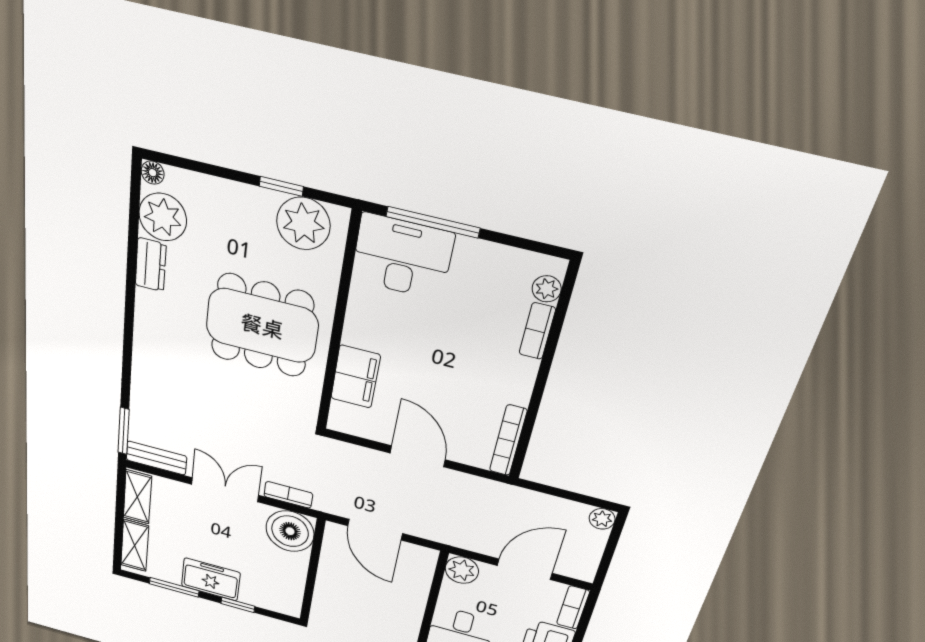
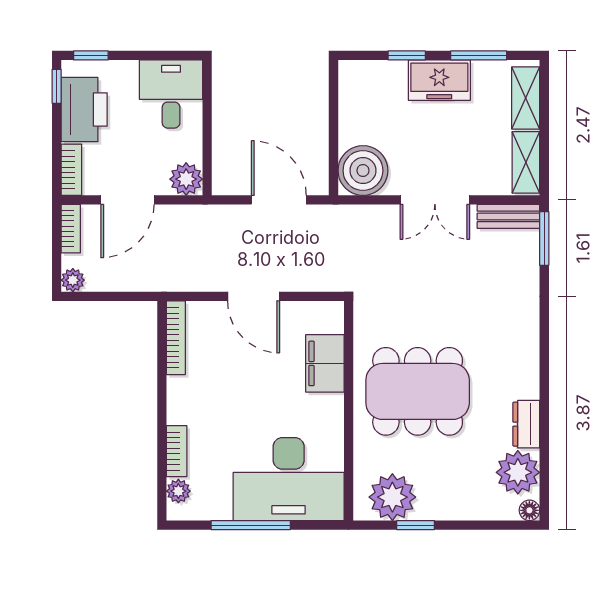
window: (433, 222) -> (251, 525), moved
desk: (402, 257) -> (289, 479), width x1.36, depth x1.30
bookcase: (288, 495) -> (71, 229), moved, turned -90

